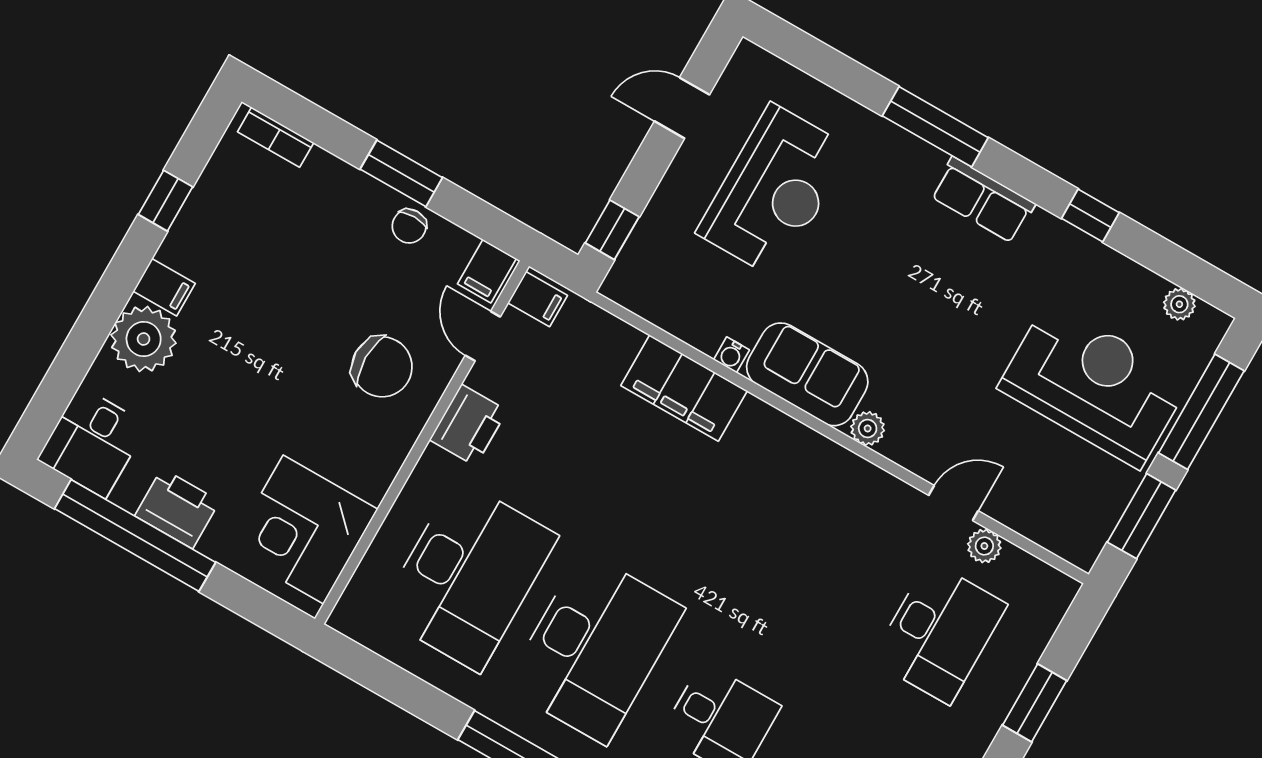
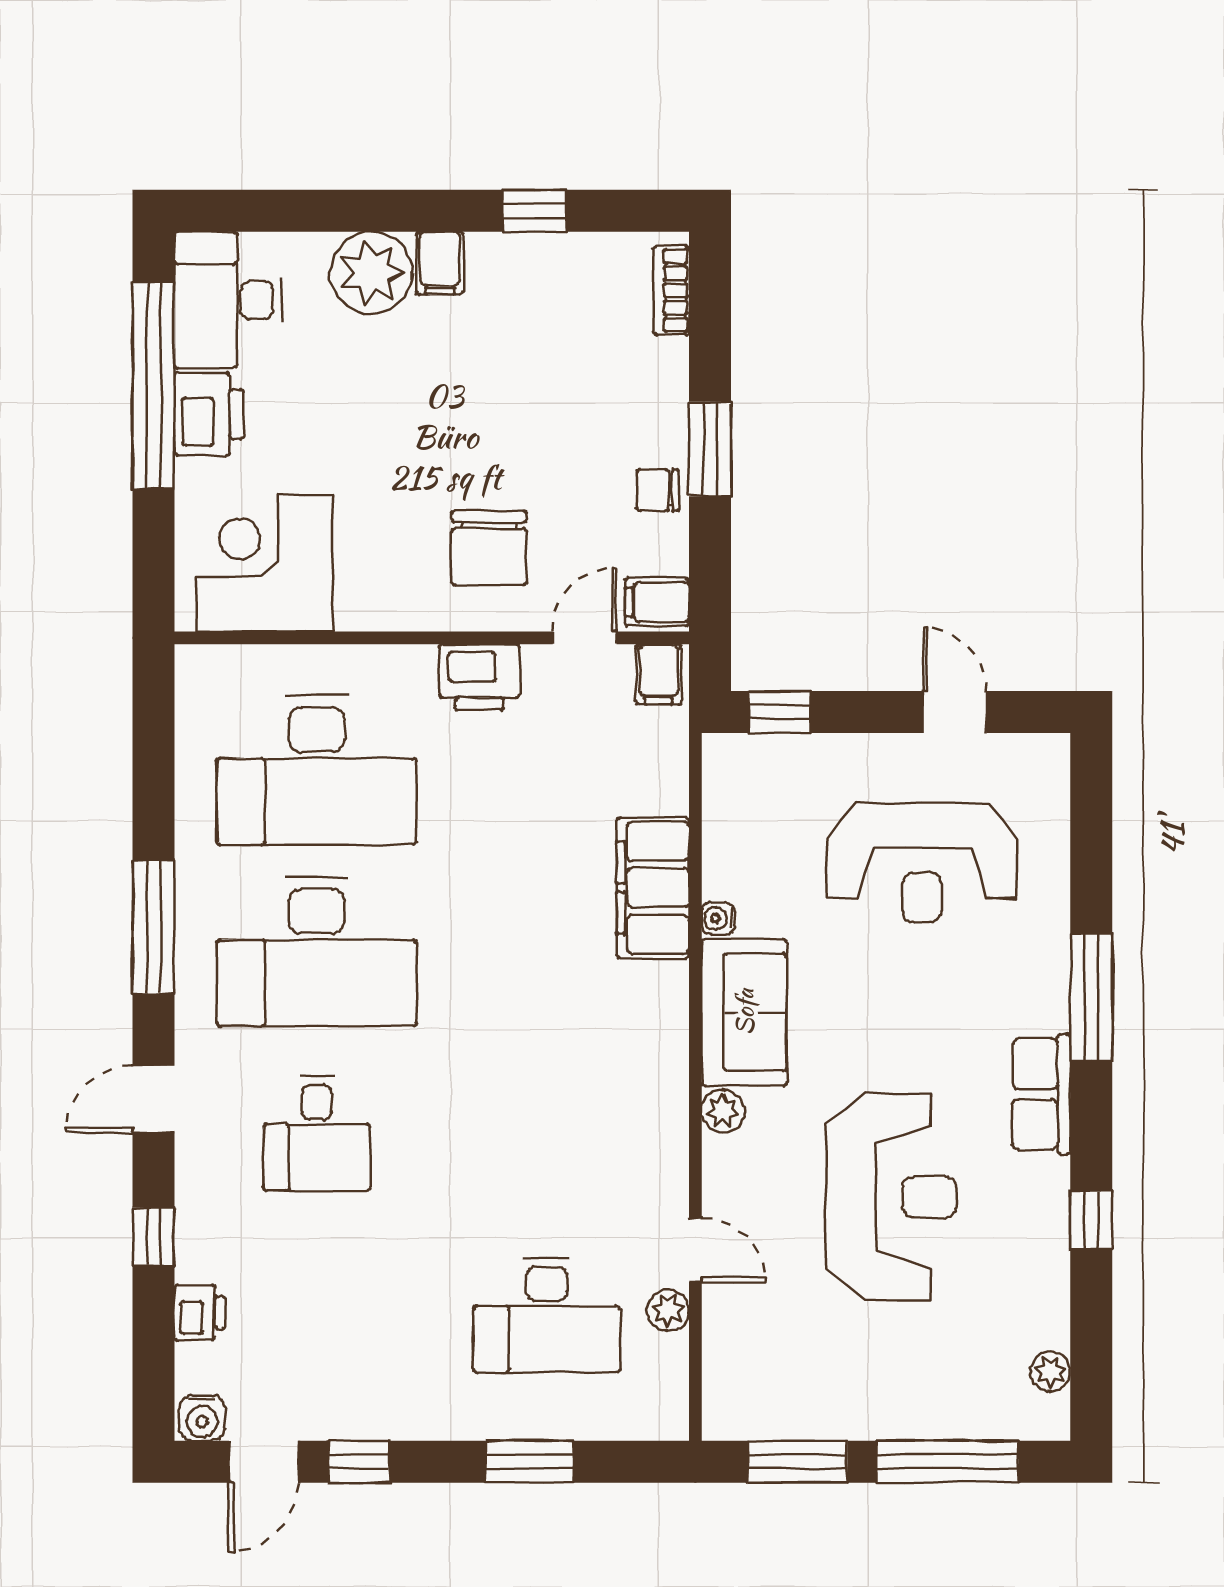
reception desk: (1094, 384) -> (891, 1197), moved
desk: (92, 442) -> (228, 300), width x1.37

